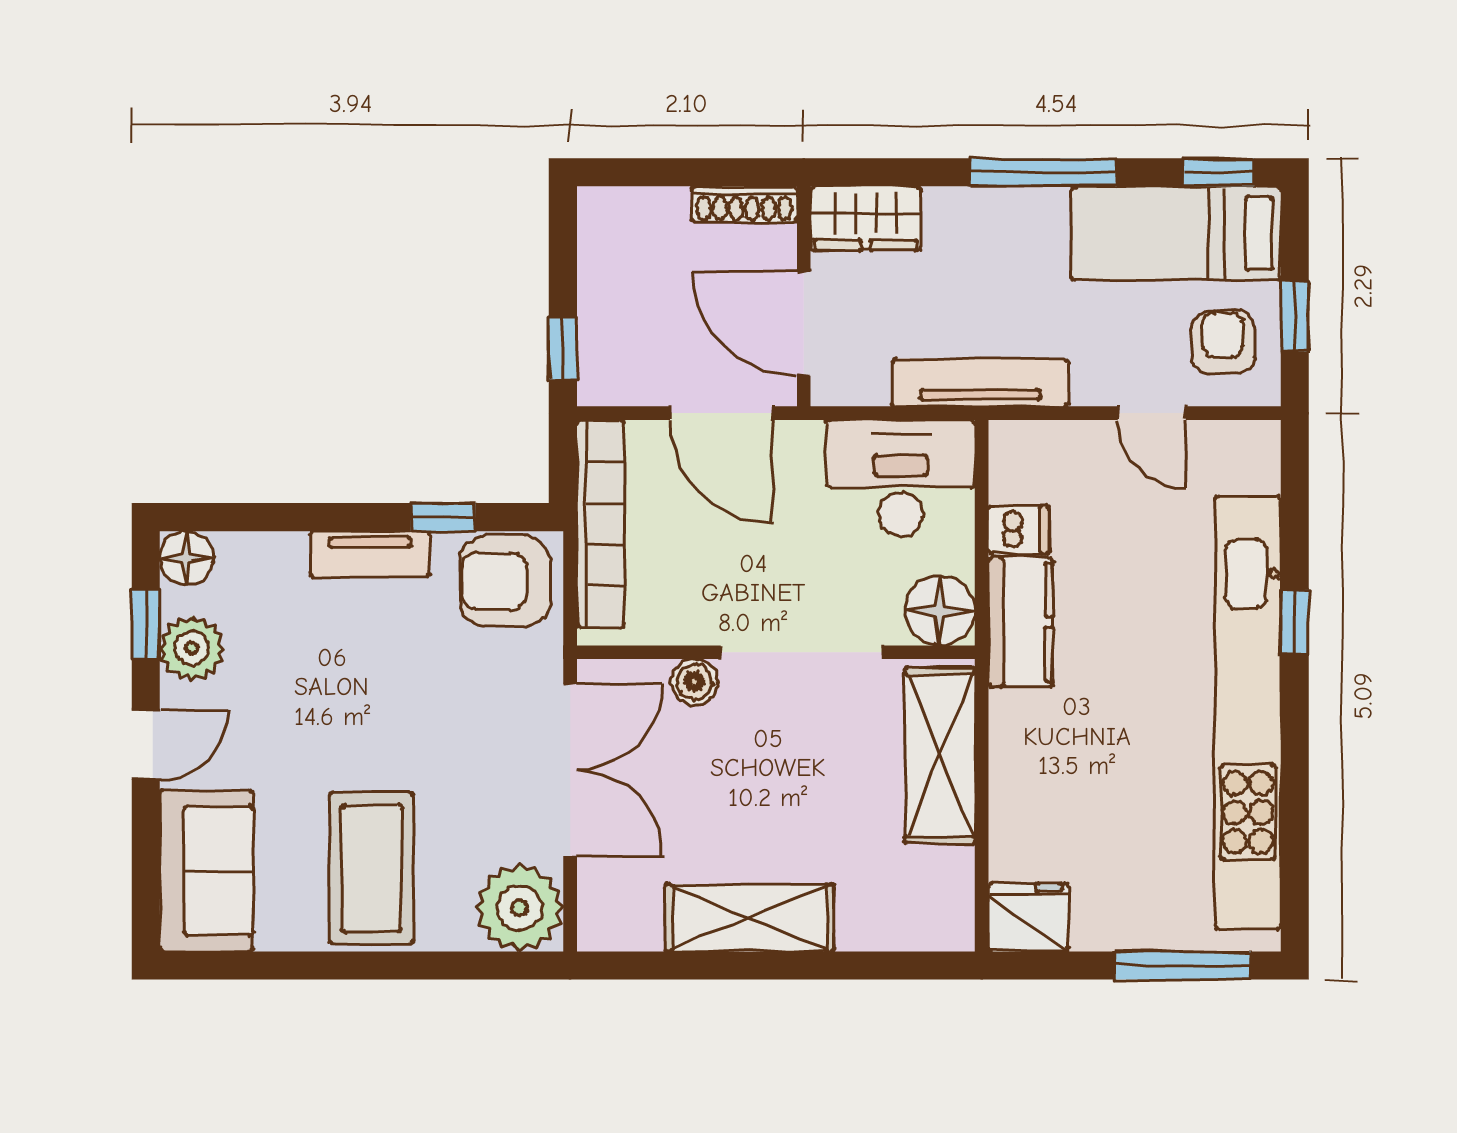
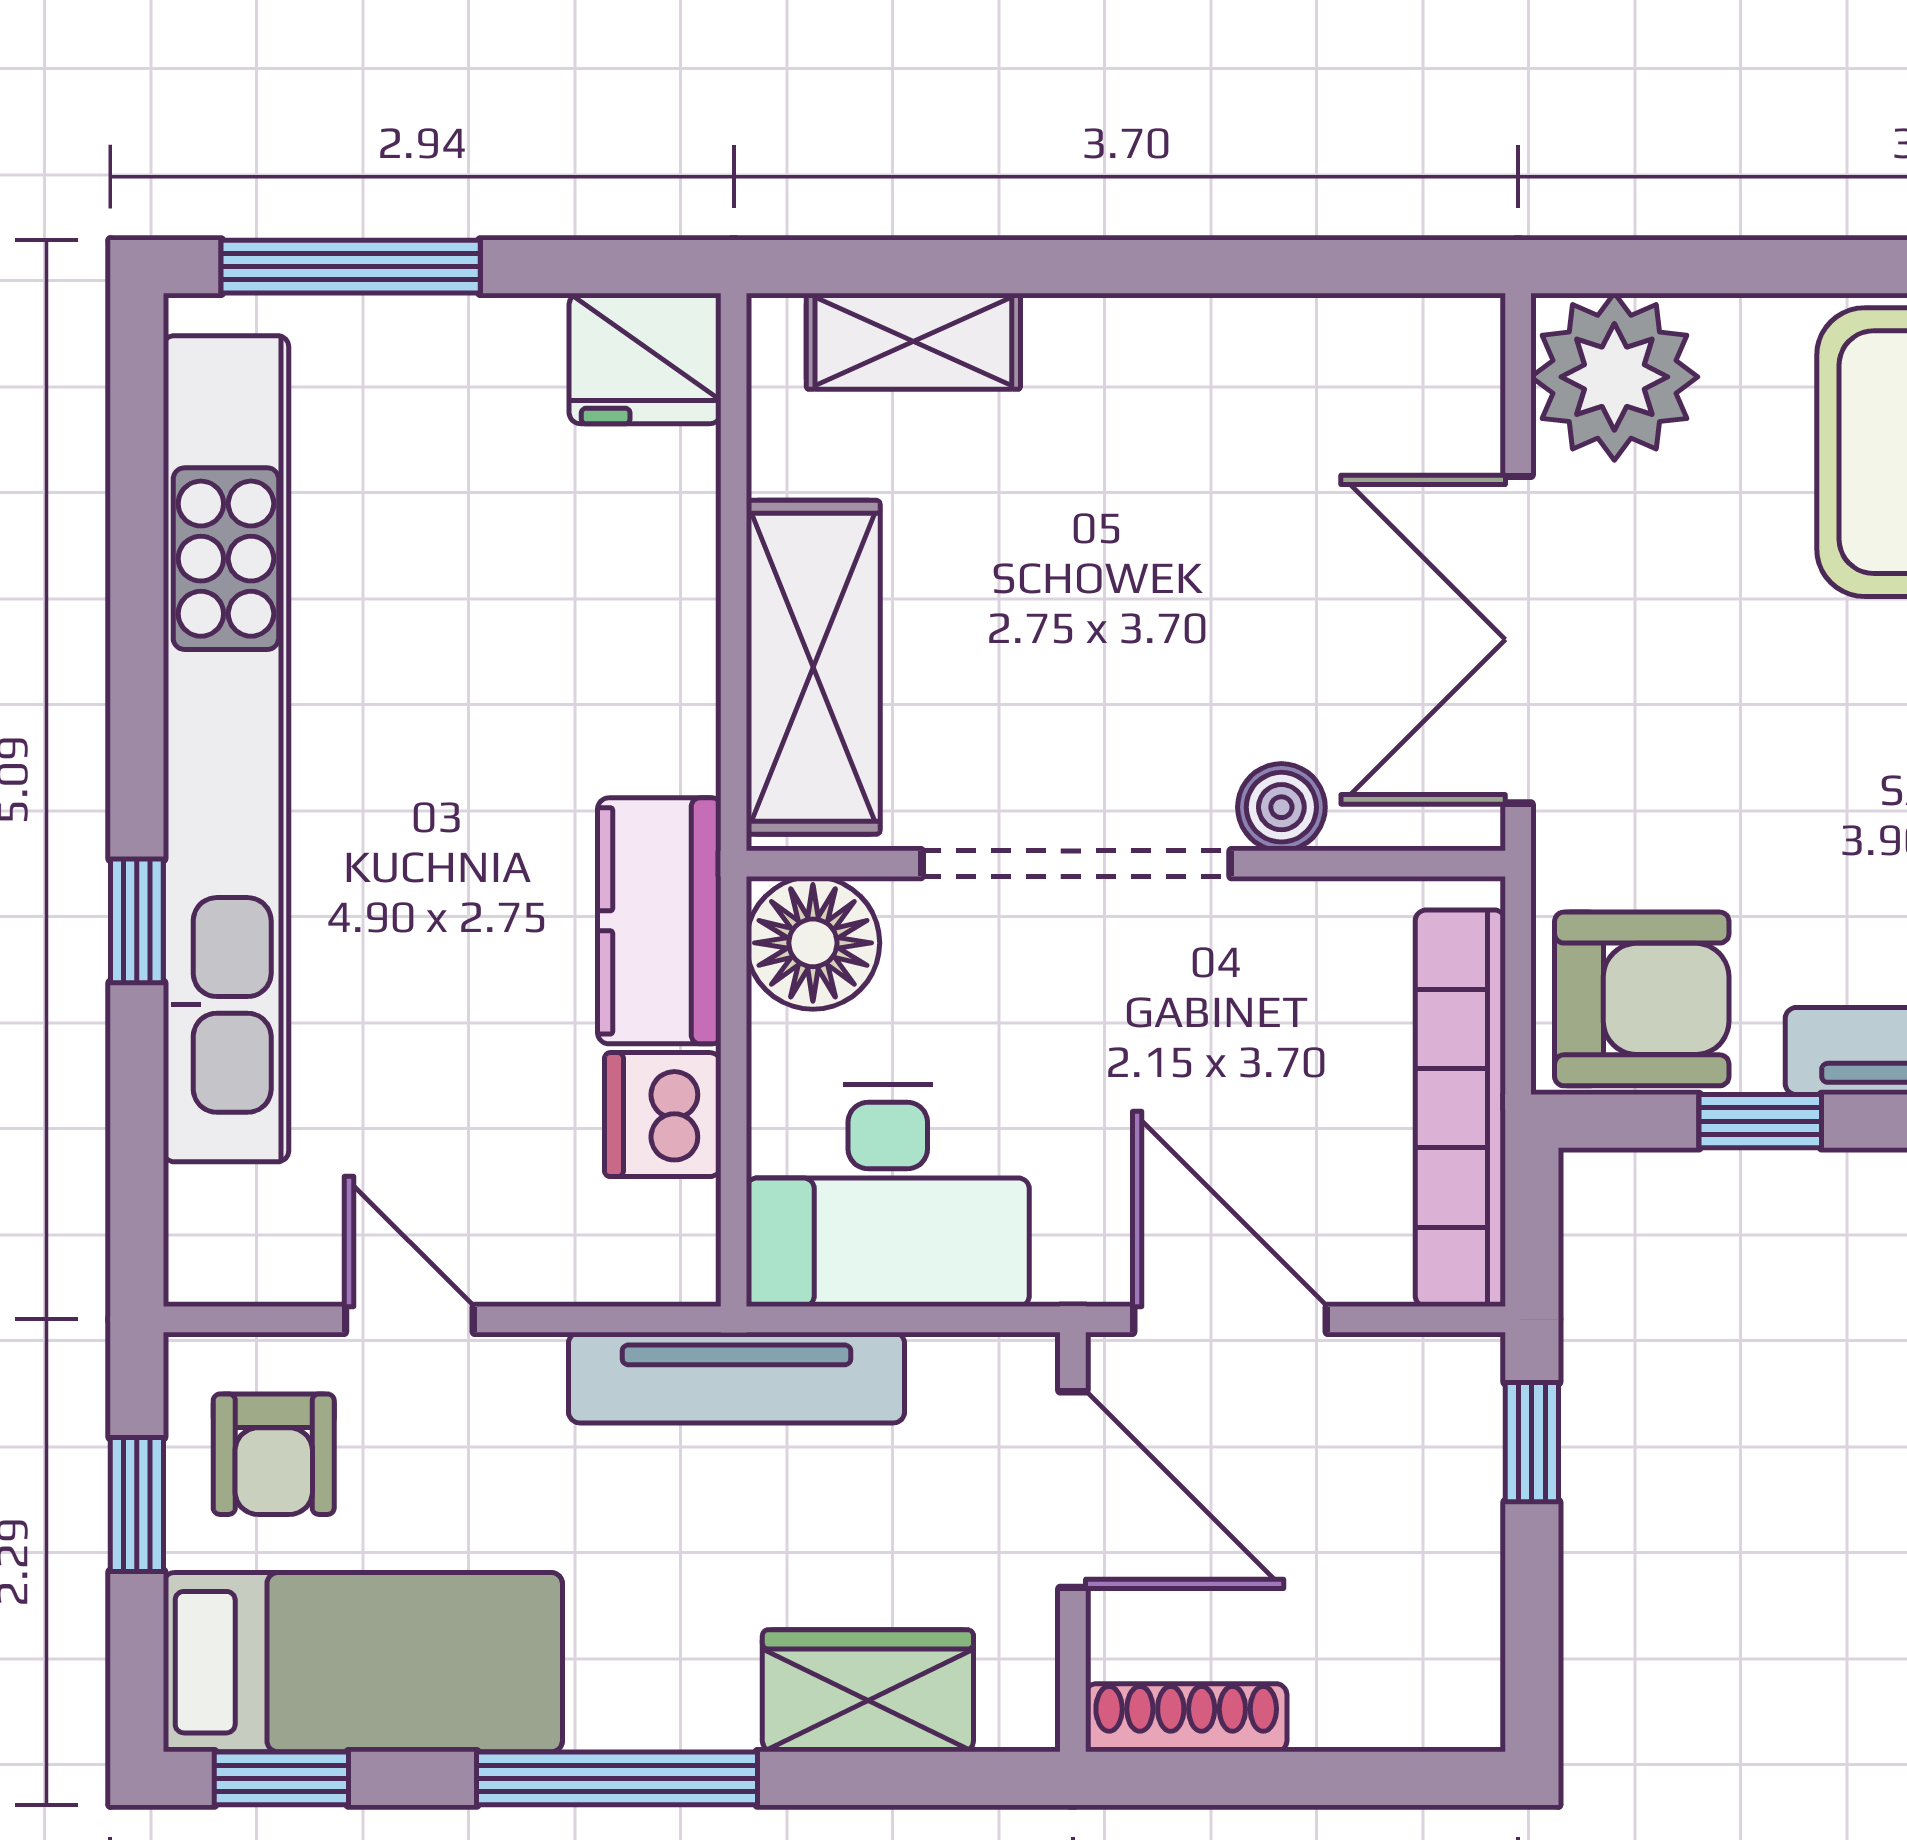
wardrobe: (866, 218) -> (868, 1691), moved
dishwasher: (1019, 530) -> (663, 1115), width x1.38
shelving: (749, 918) -> (913, 341), moved, width x0.67, depth x0.75

